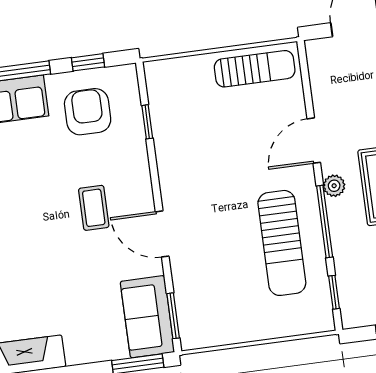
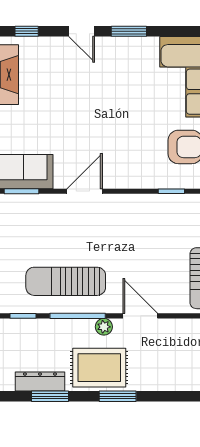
coffee table: (94, 208) -> (111, 142), removed

